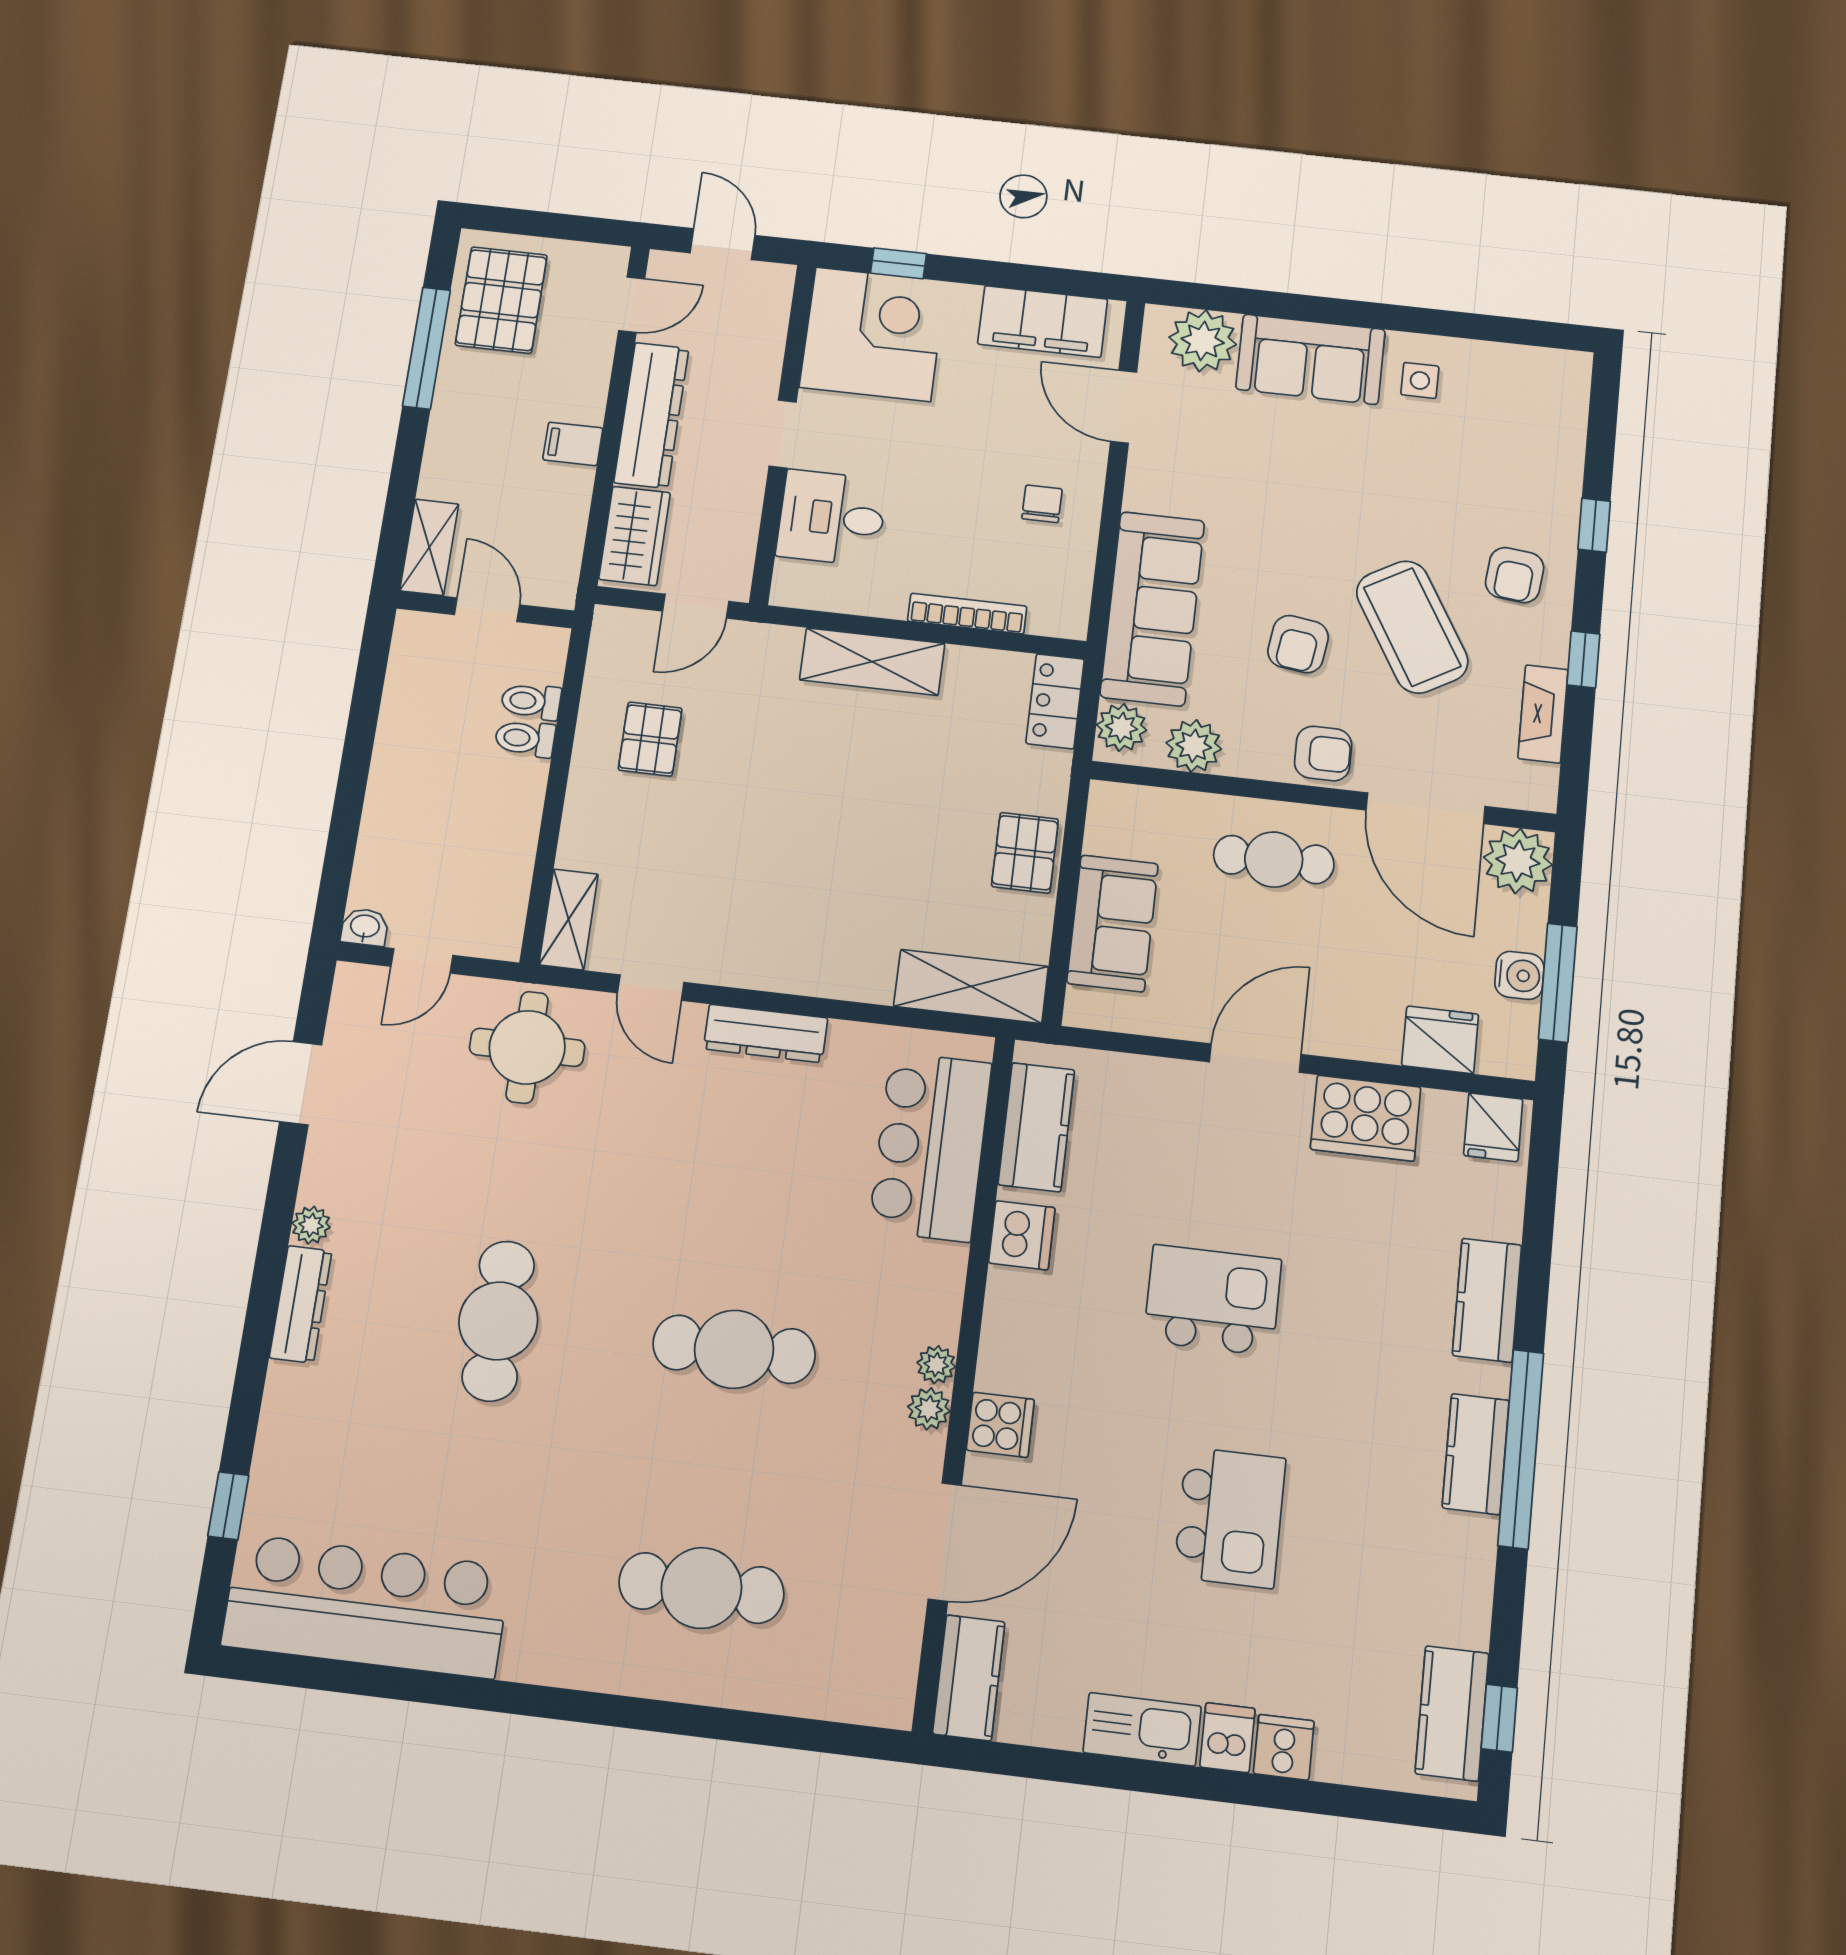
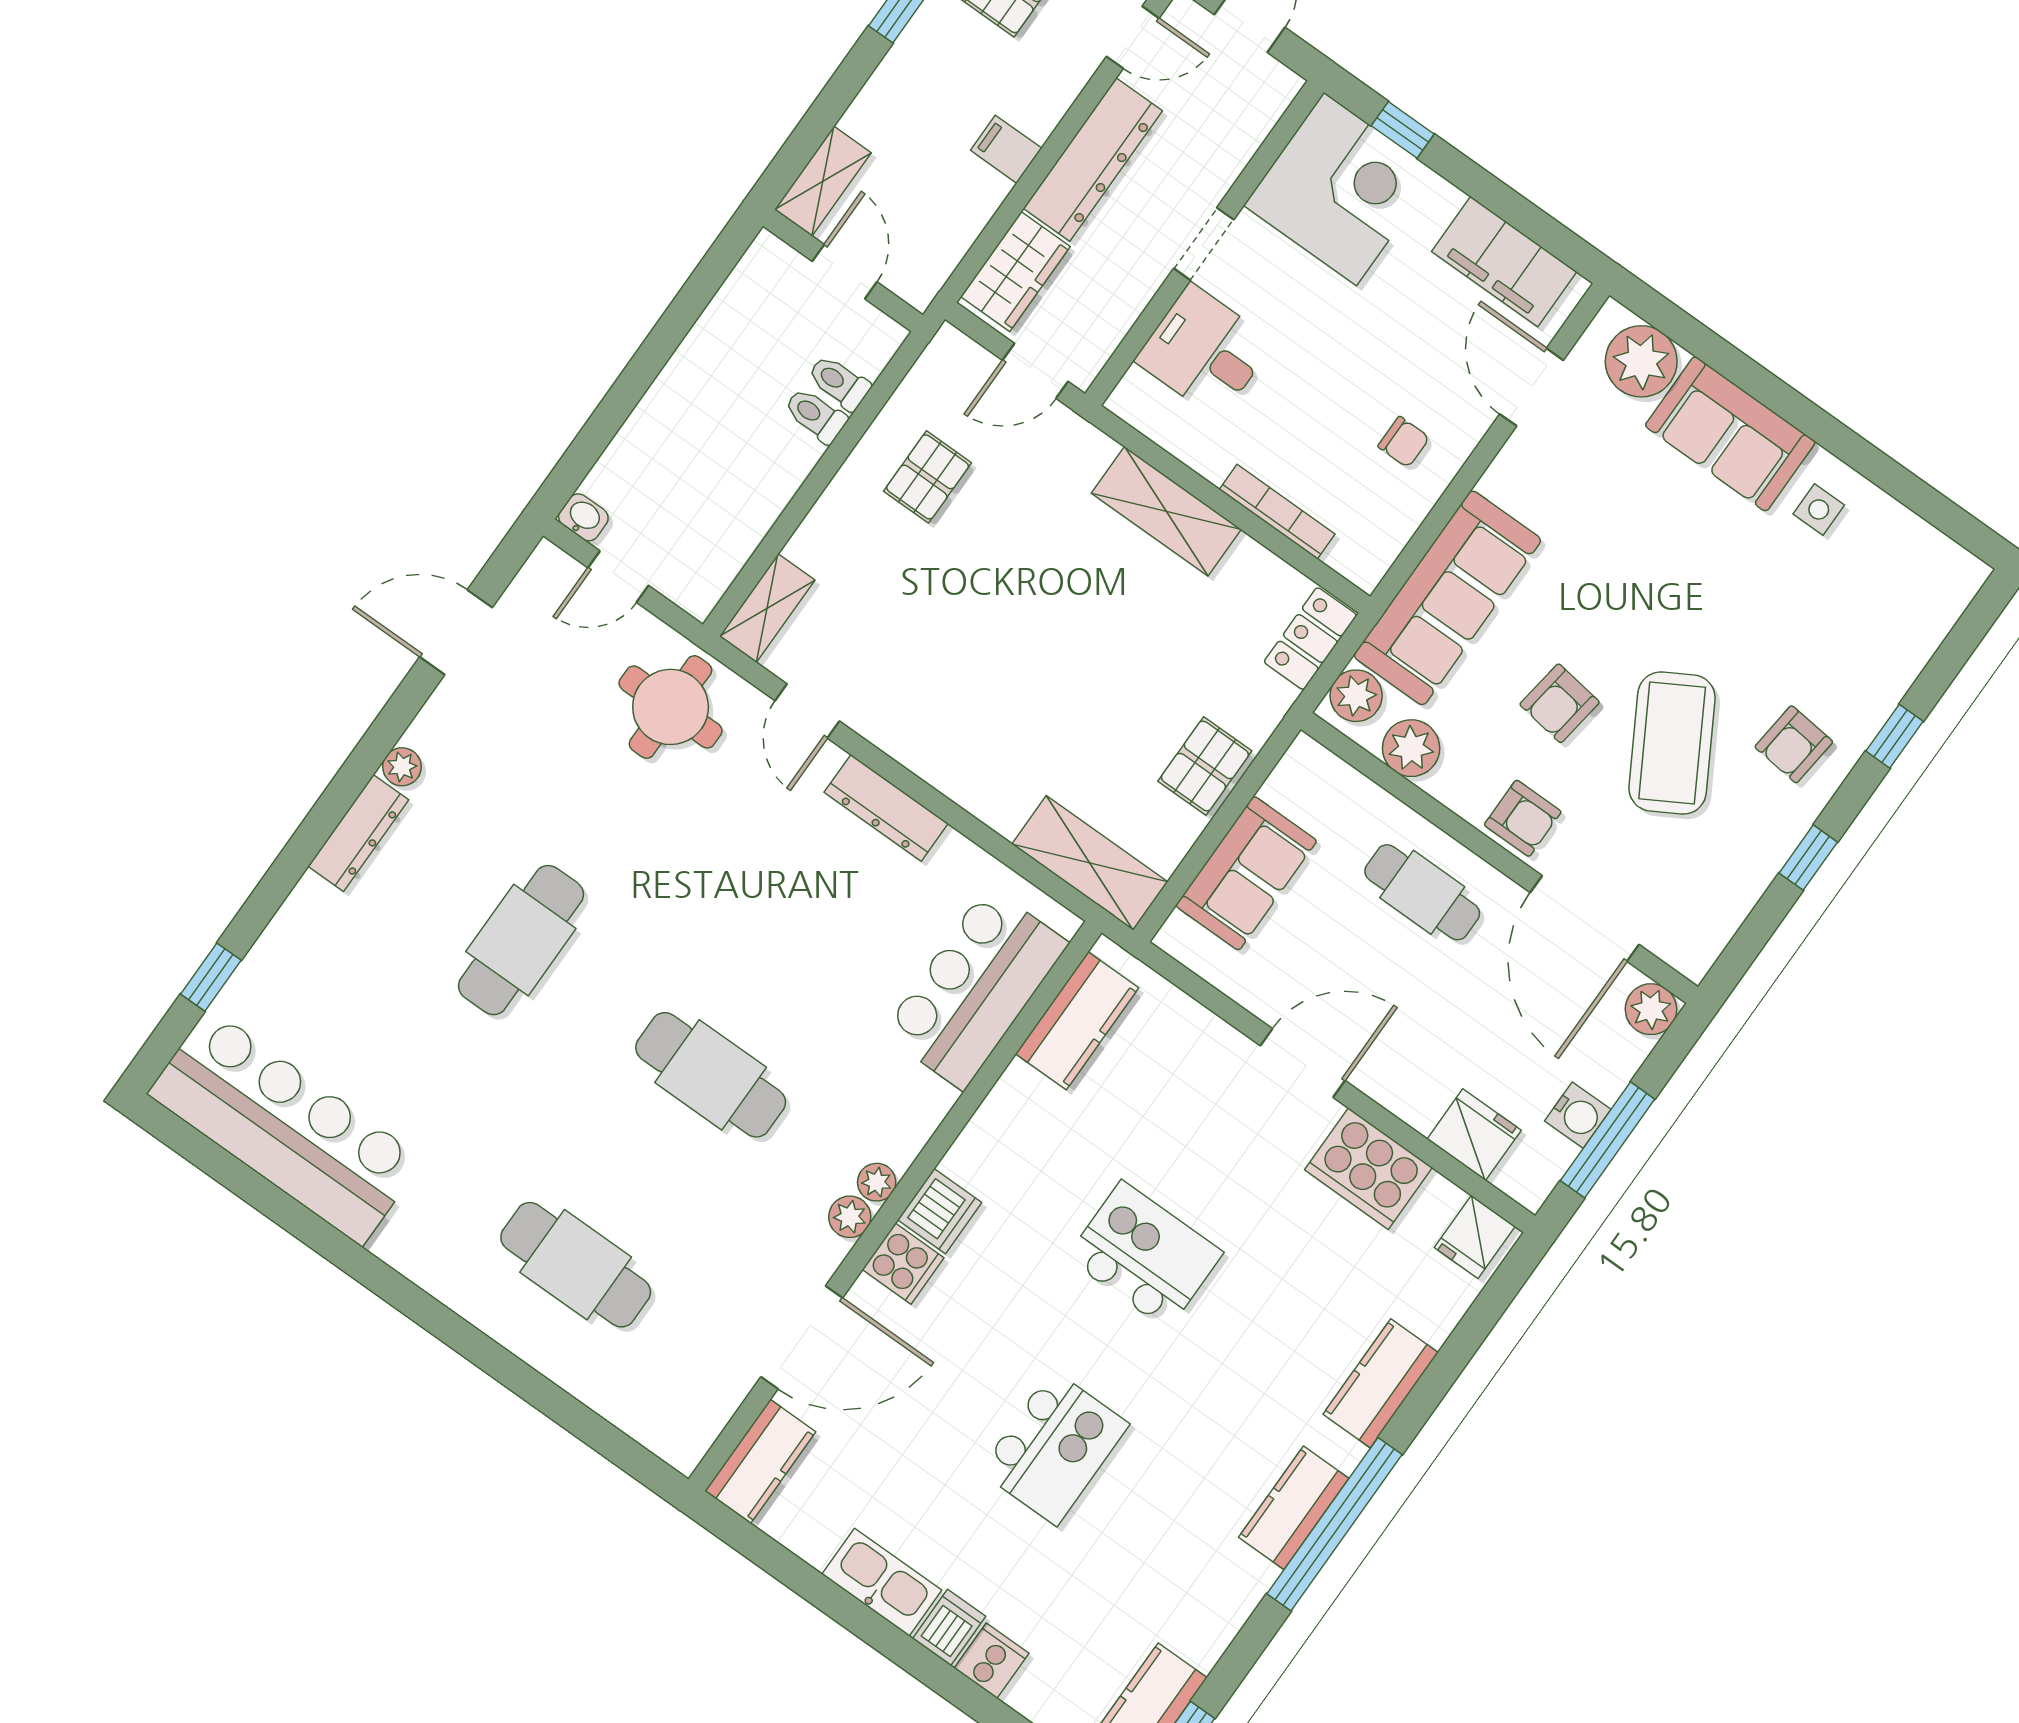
chair: (1042, 504) -> (1404, 442), turned 90
fireplace: (1543, 714) -> (1741, 889), removed
plant: (1518, 861) -> (1651, 1009), width x0.73, depth x0.73
dishwasher: (1022, 1235) -> (940, 1211), moved

